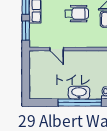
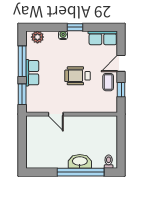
wheelchair: (77, 14) -> (77, 76), turned 180

